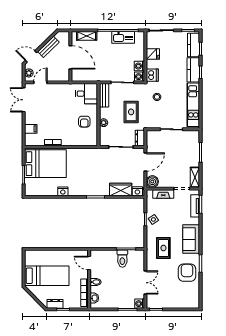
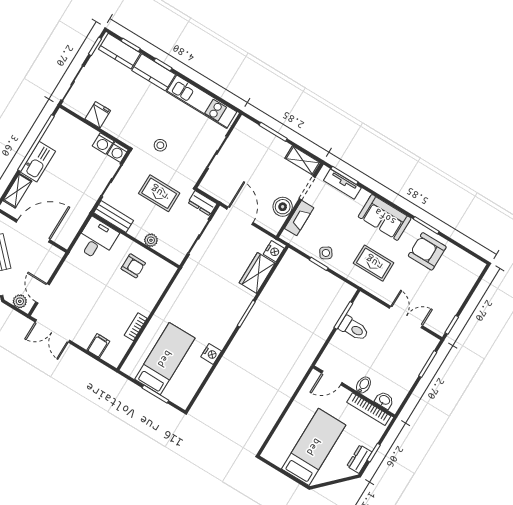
kitchen sink: (123, 37) -> (38, 162), moved
dishwasher: (152, 75) -> (126, 133), removed
bed: (45, 164) -> (165, 359), width x0.67
boiler: (152, 182) -> (283, 207), moved
washing machine: (140, 304) -> (430, 343), removed

